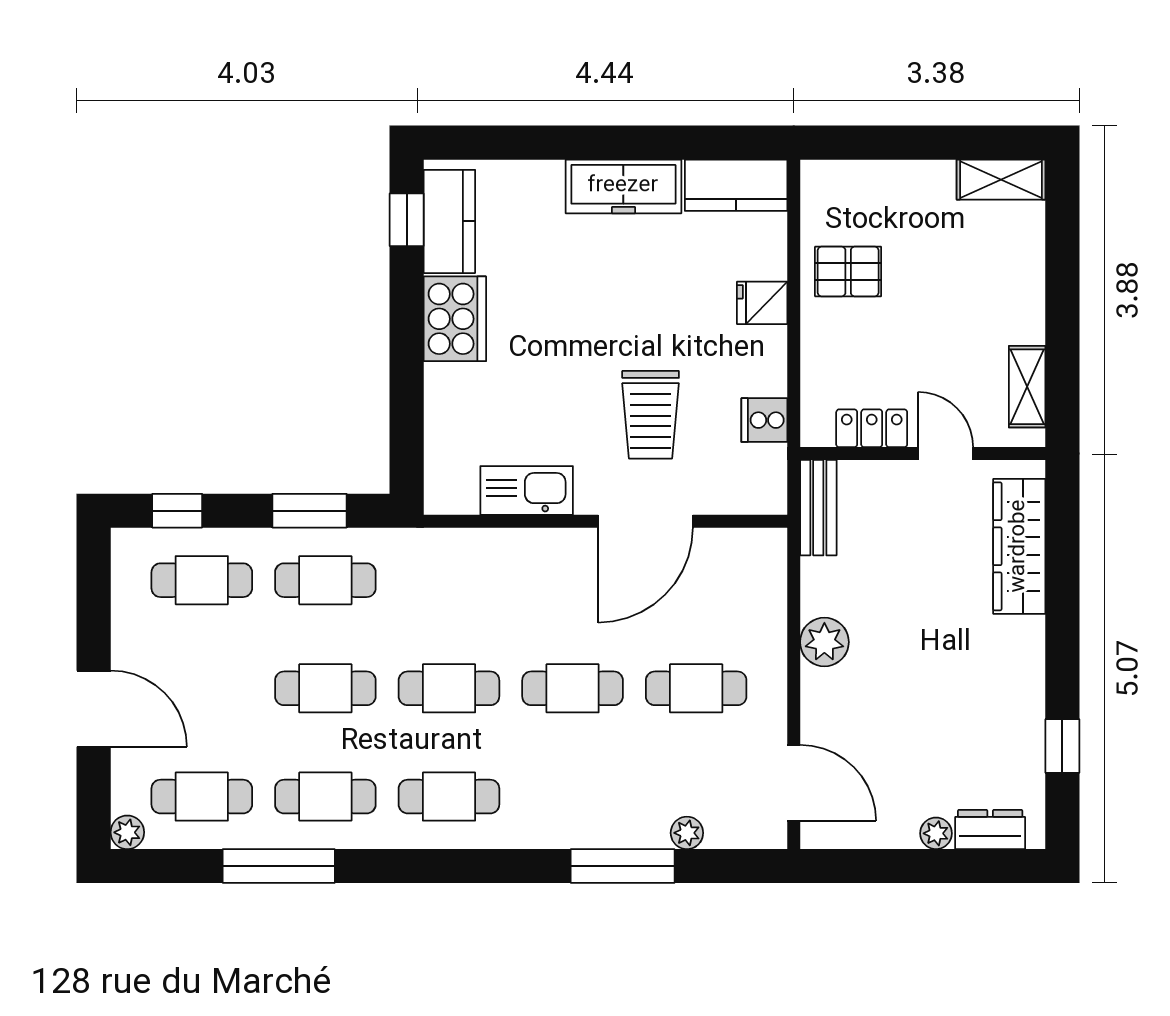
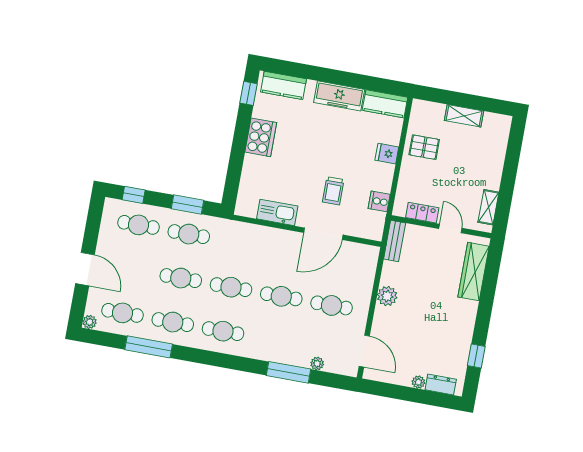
shelving: (1001, 180) -> (464, 116), moved
kitchen counter: (449, 221) -> (284, 85), moved, turned 90
trolley: (651, 415) -> (333, 191), width x0.73, depth x0.72

